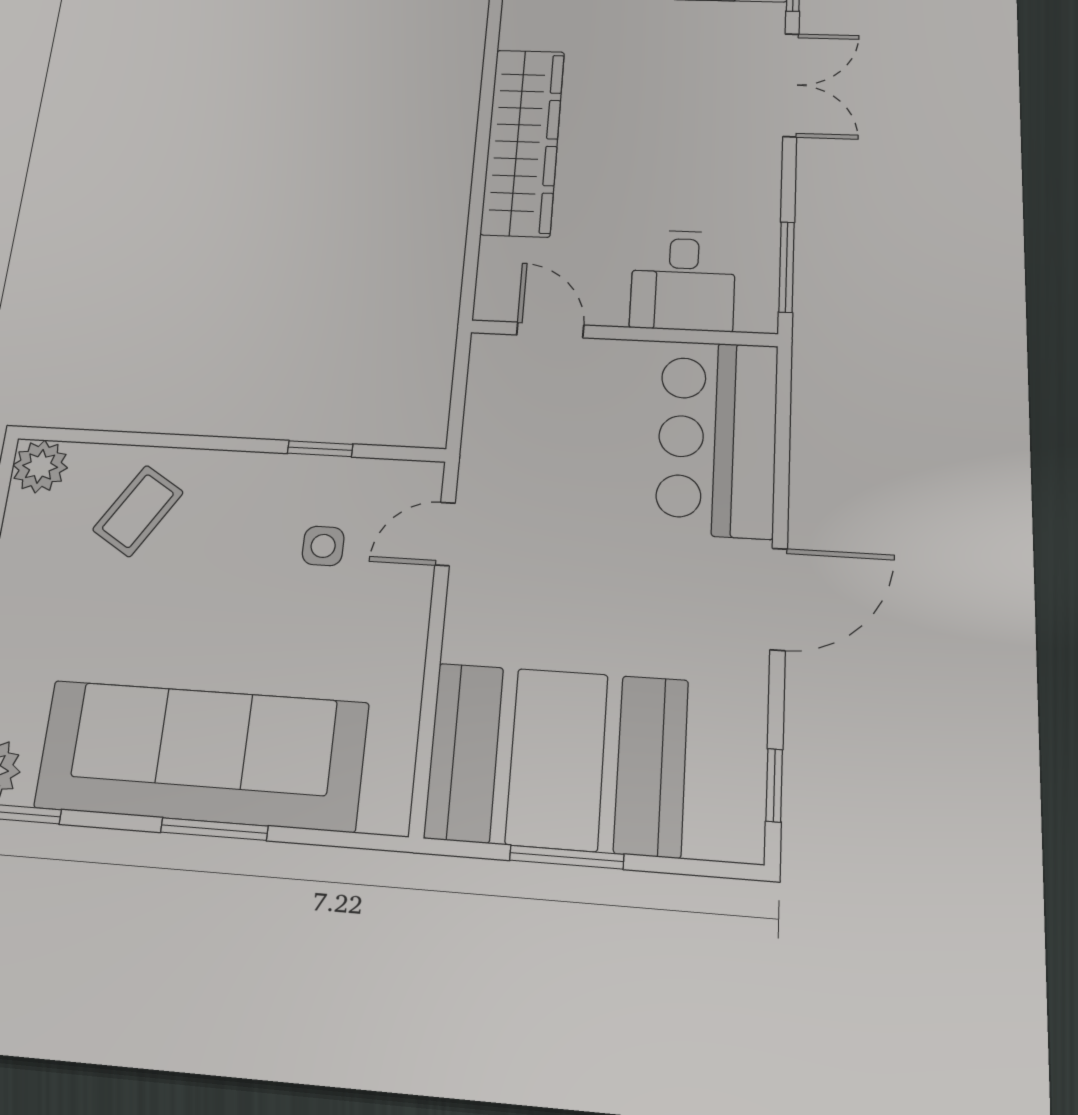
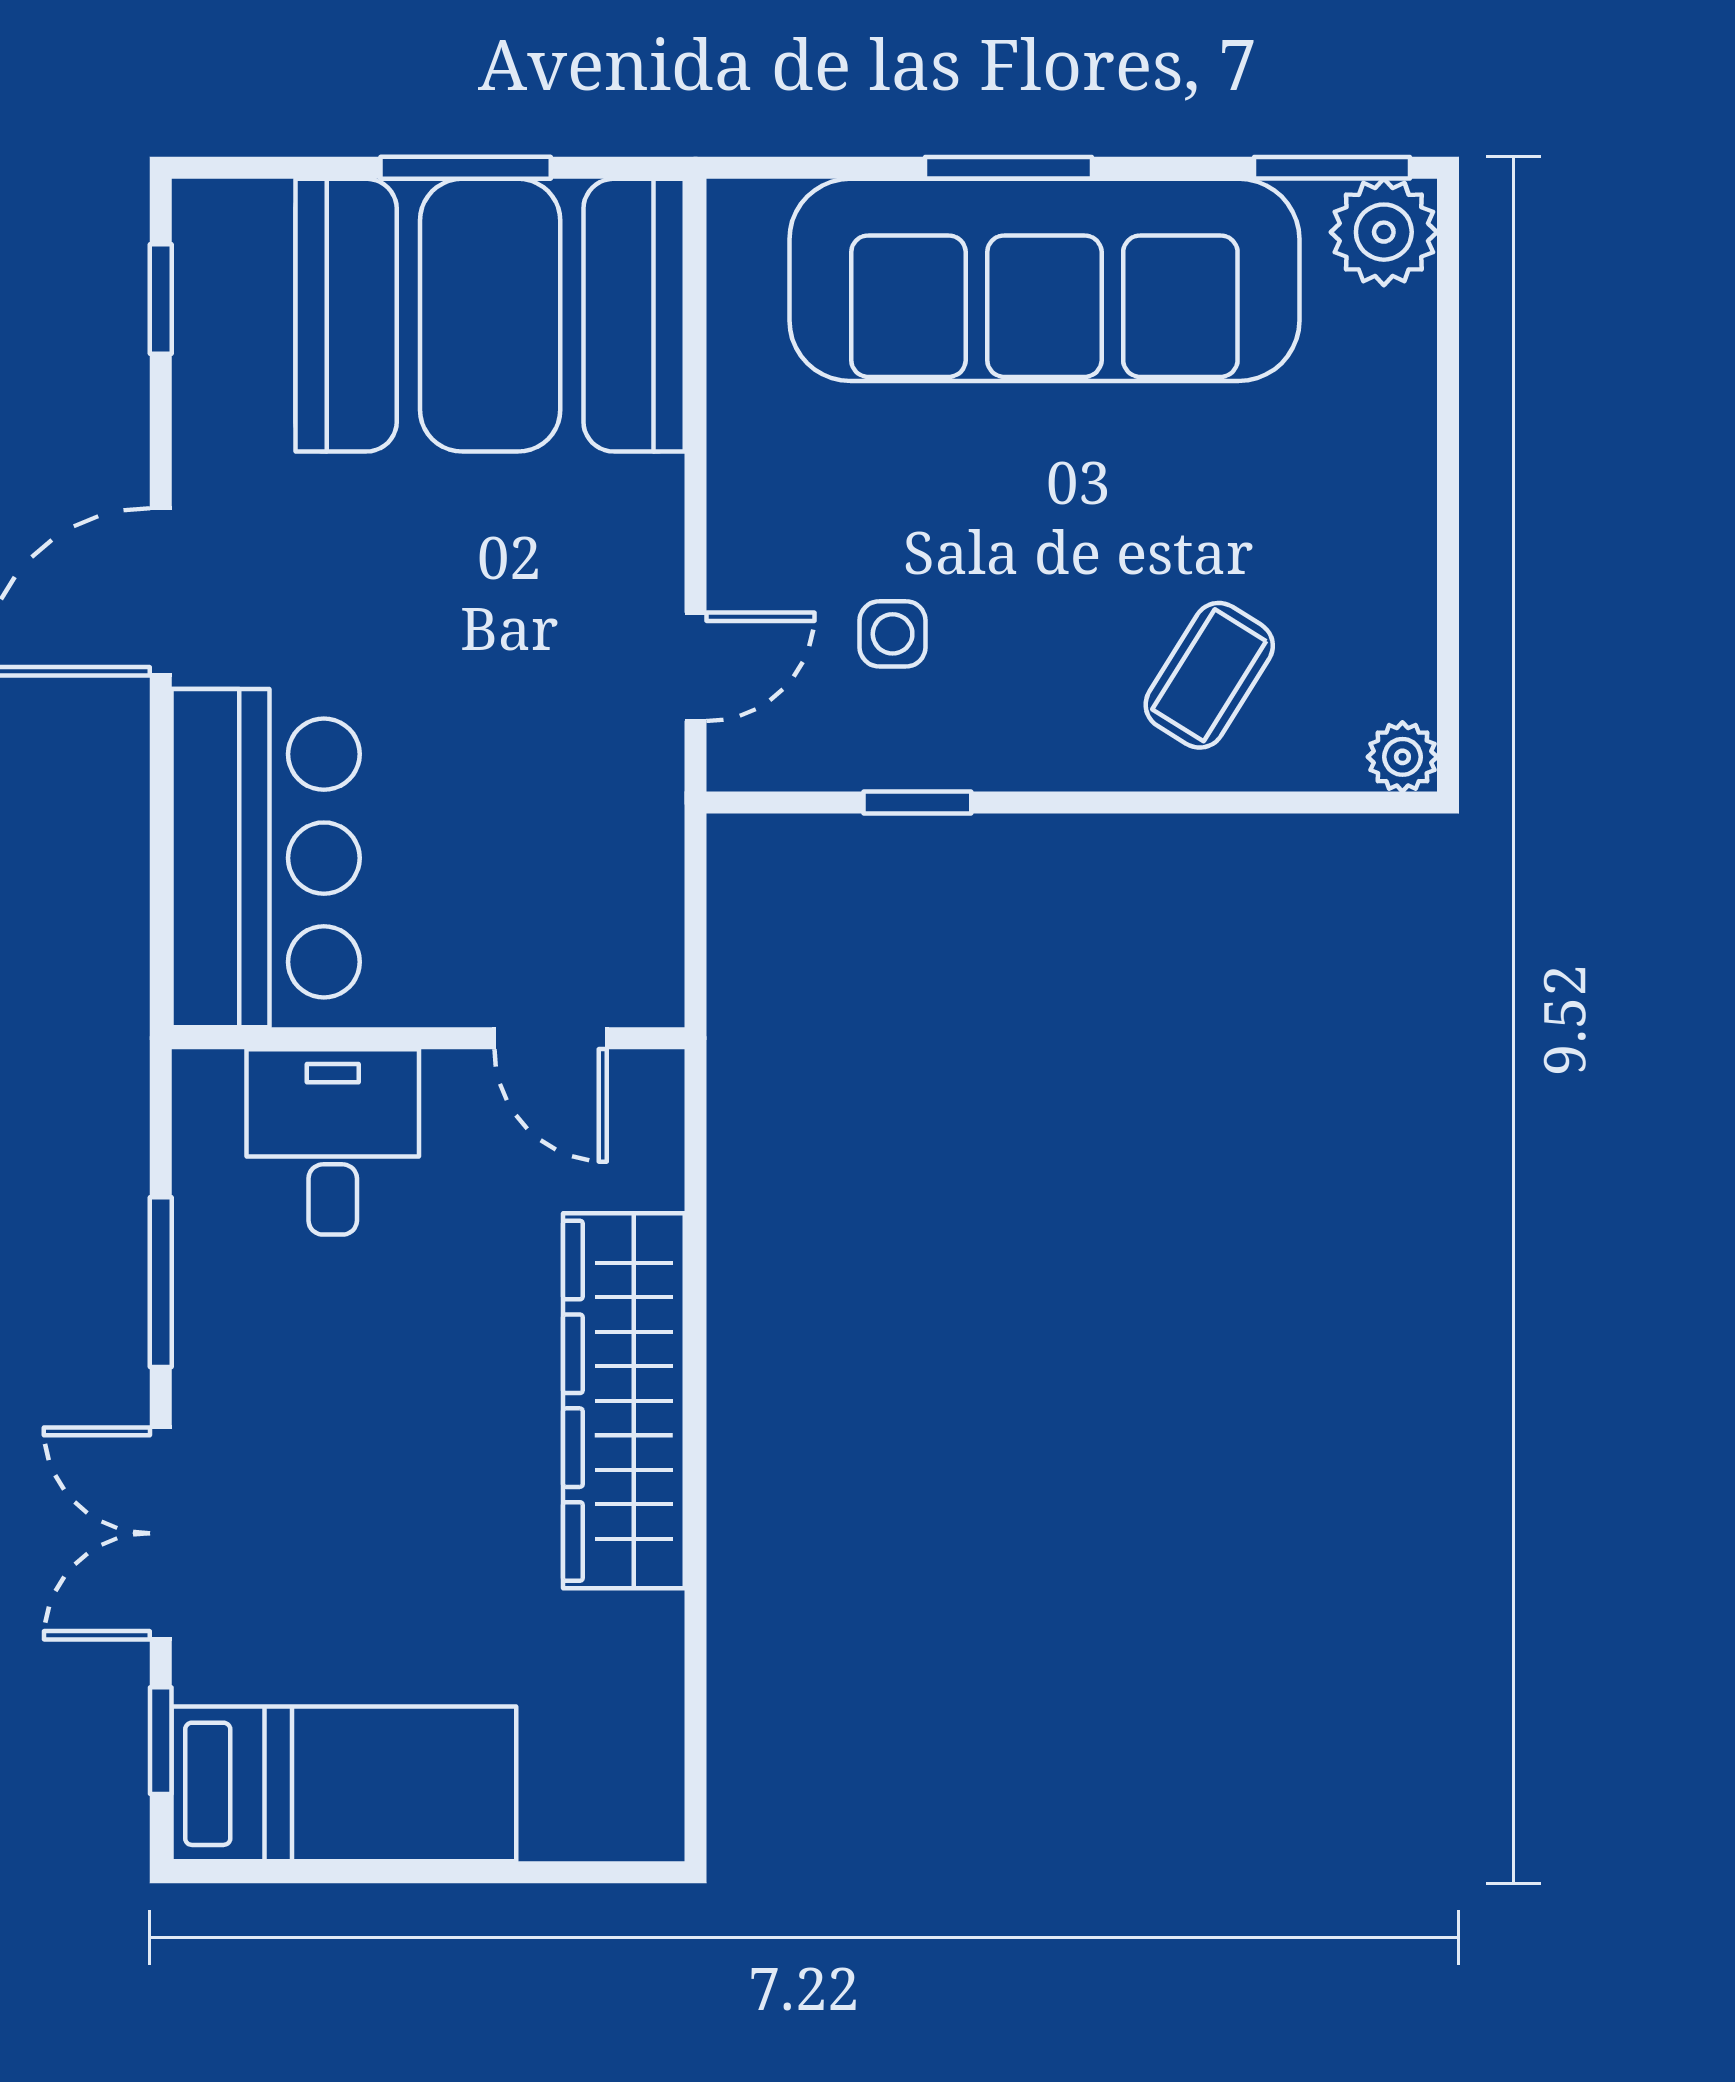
window: (787, 267) -> (161, 1282), moved
plant: (40, 466) -> (1402, 757), width x0.73, depth x0.73

